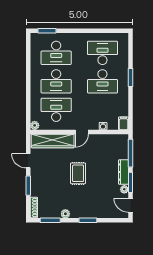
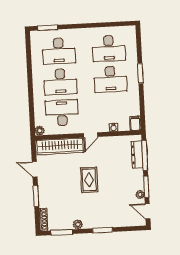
desk: (102, 53) -> (109, 48), turned 180
dresser: (123, 172) -> (137, 155), moved

